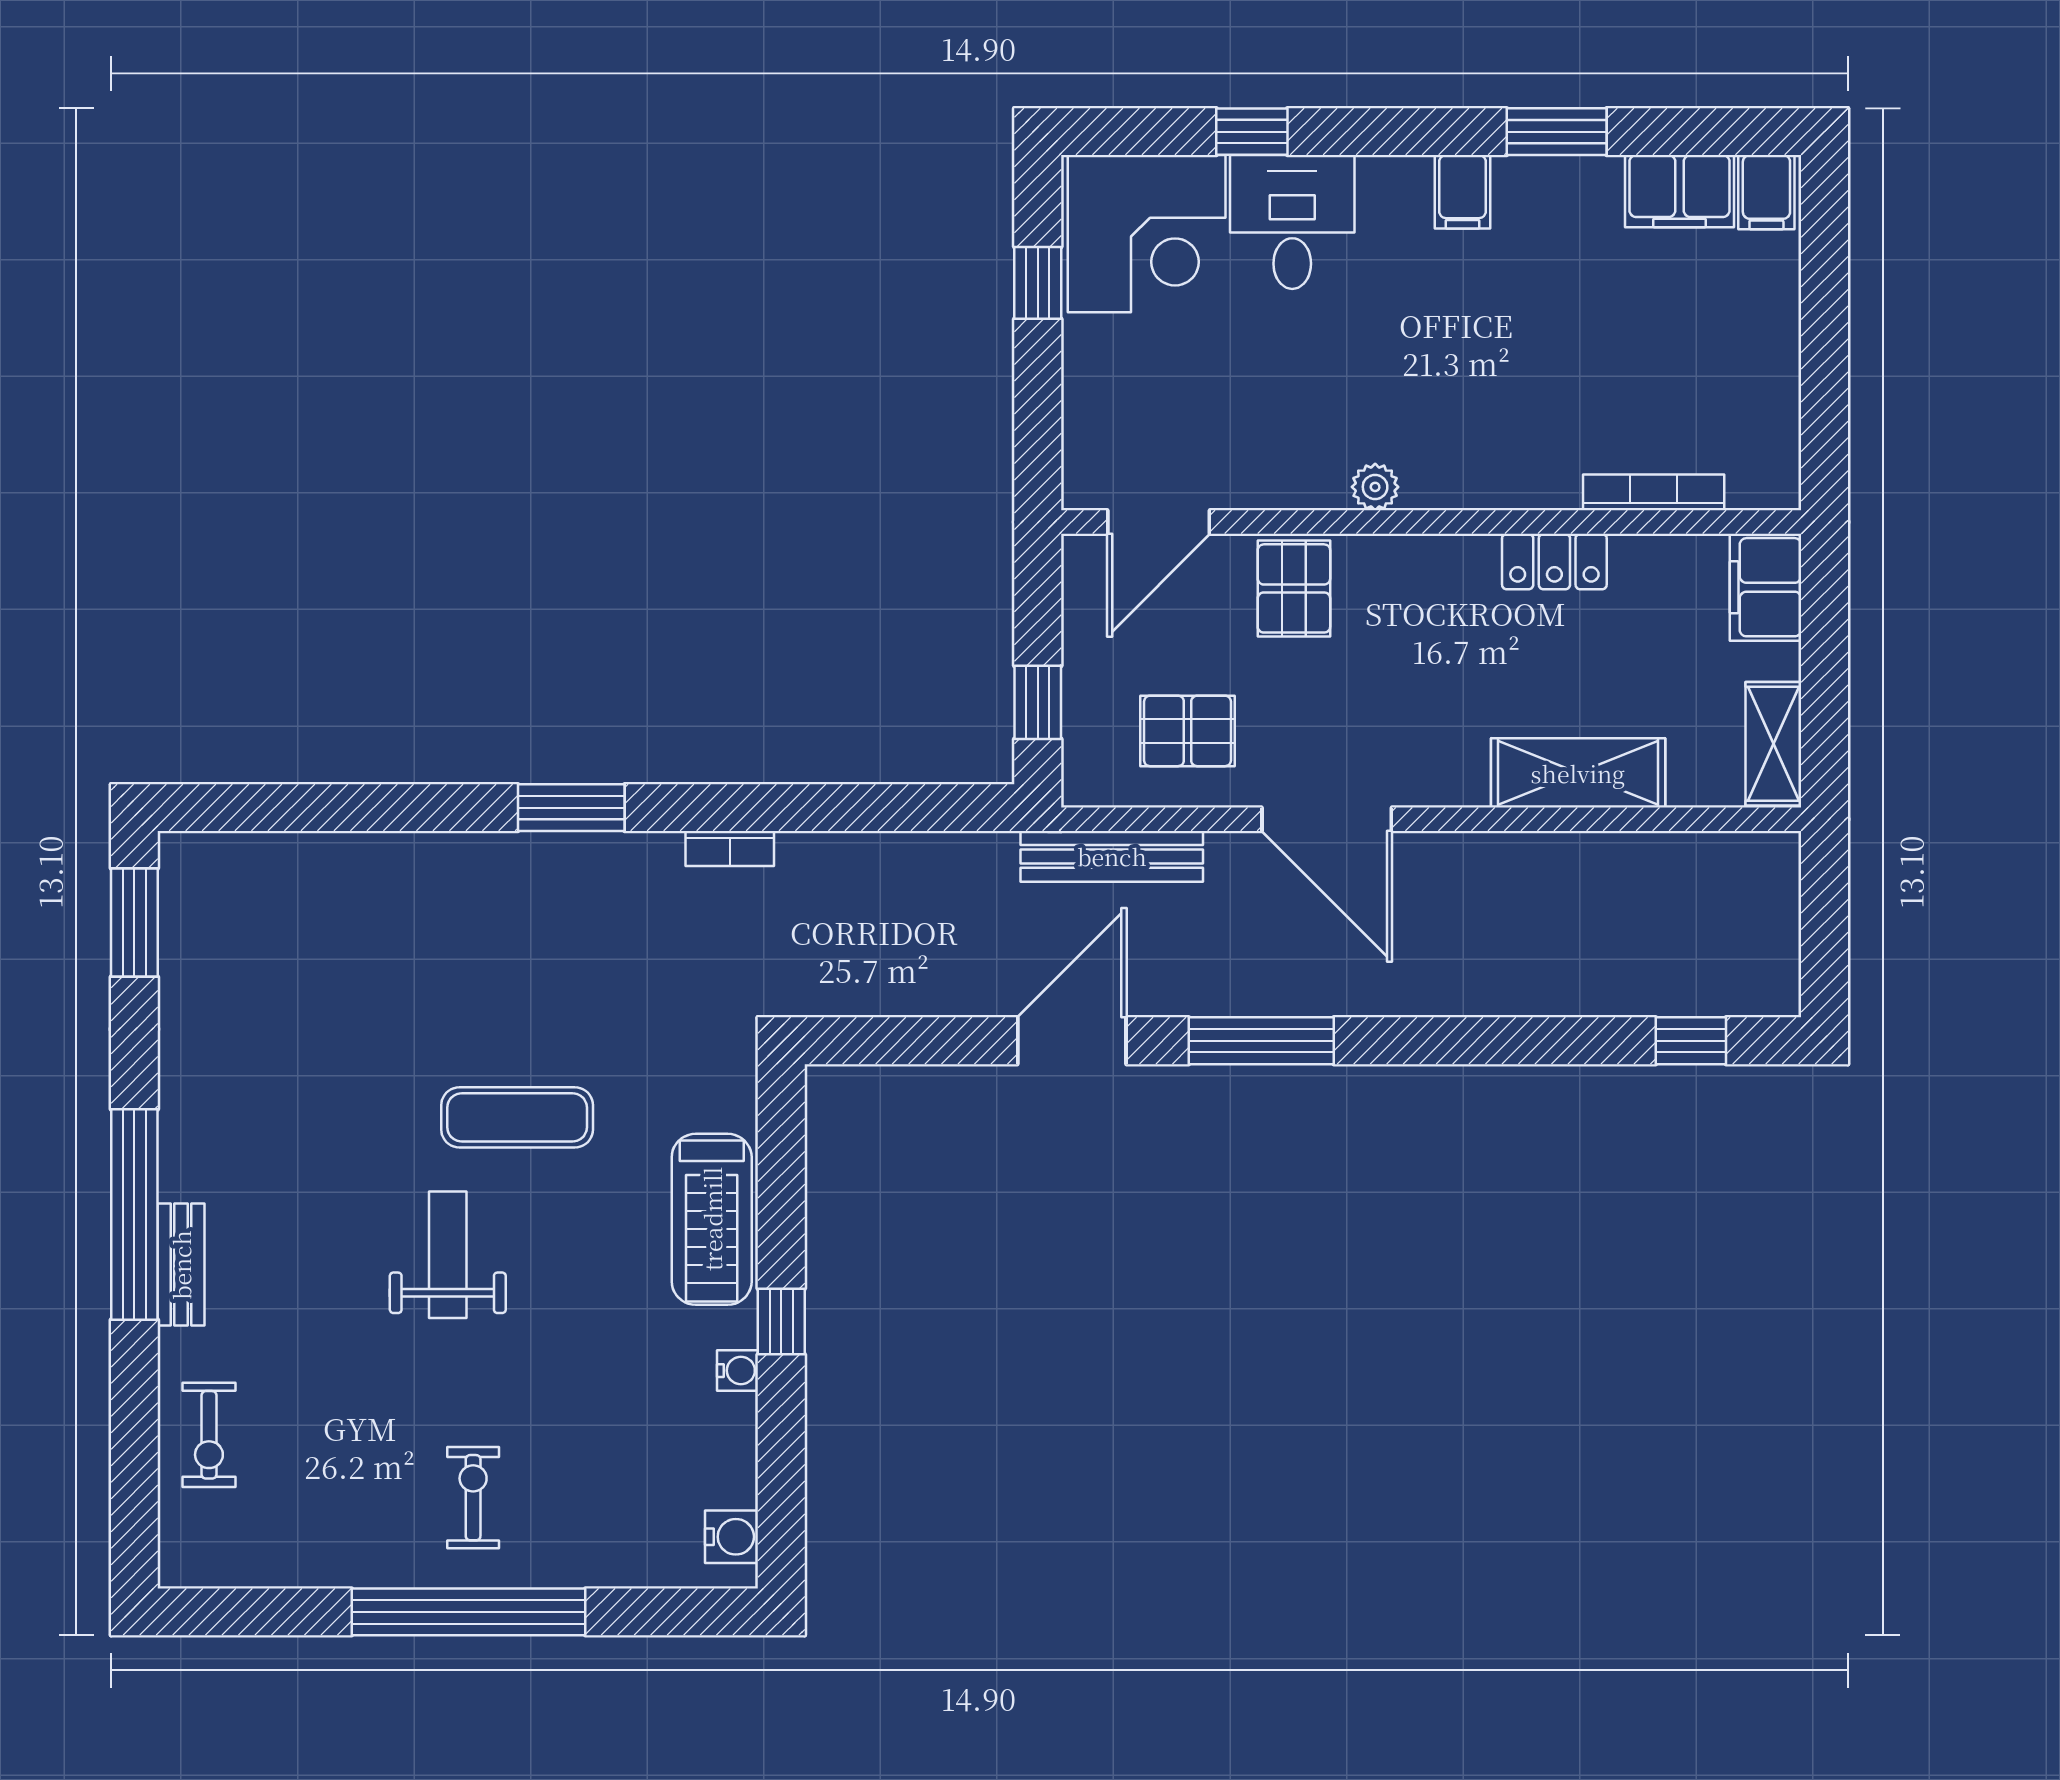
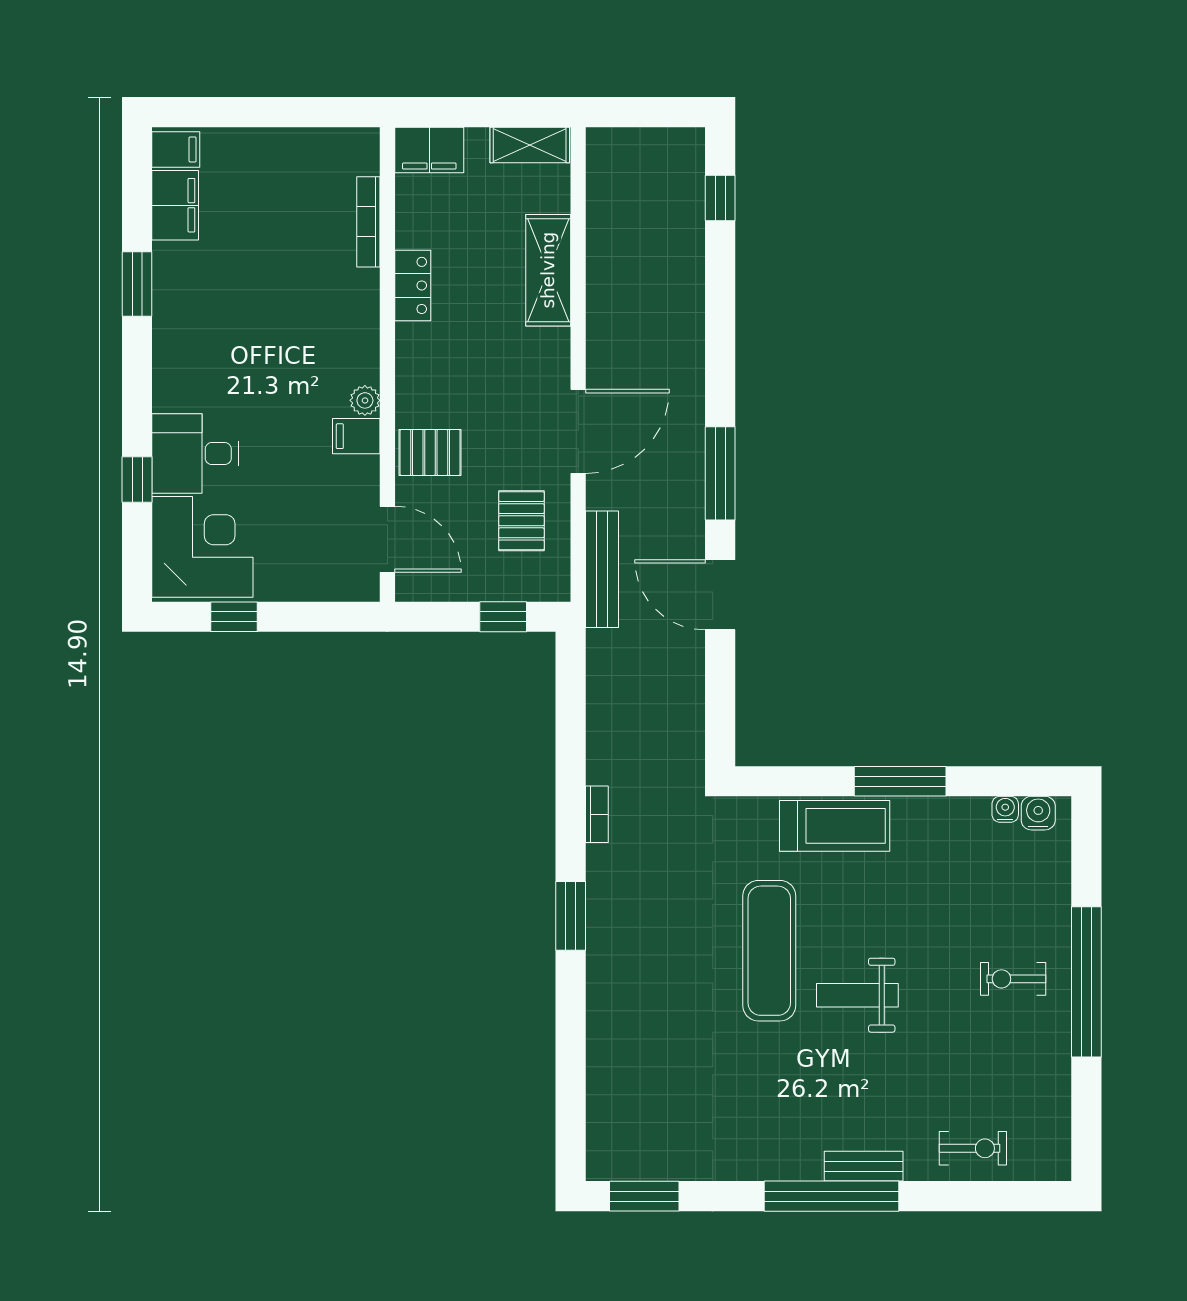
filing cabinet: (1463, 192) -> (356, 436), moved, turned 180
exercise mat: (517, 1117) -> (769, 951), width x1.36, depth x1.45
window: (781, 1321) -> (900, 781), width x2.17
water cooler: (738, 1371) -> (1005, 809), moved

